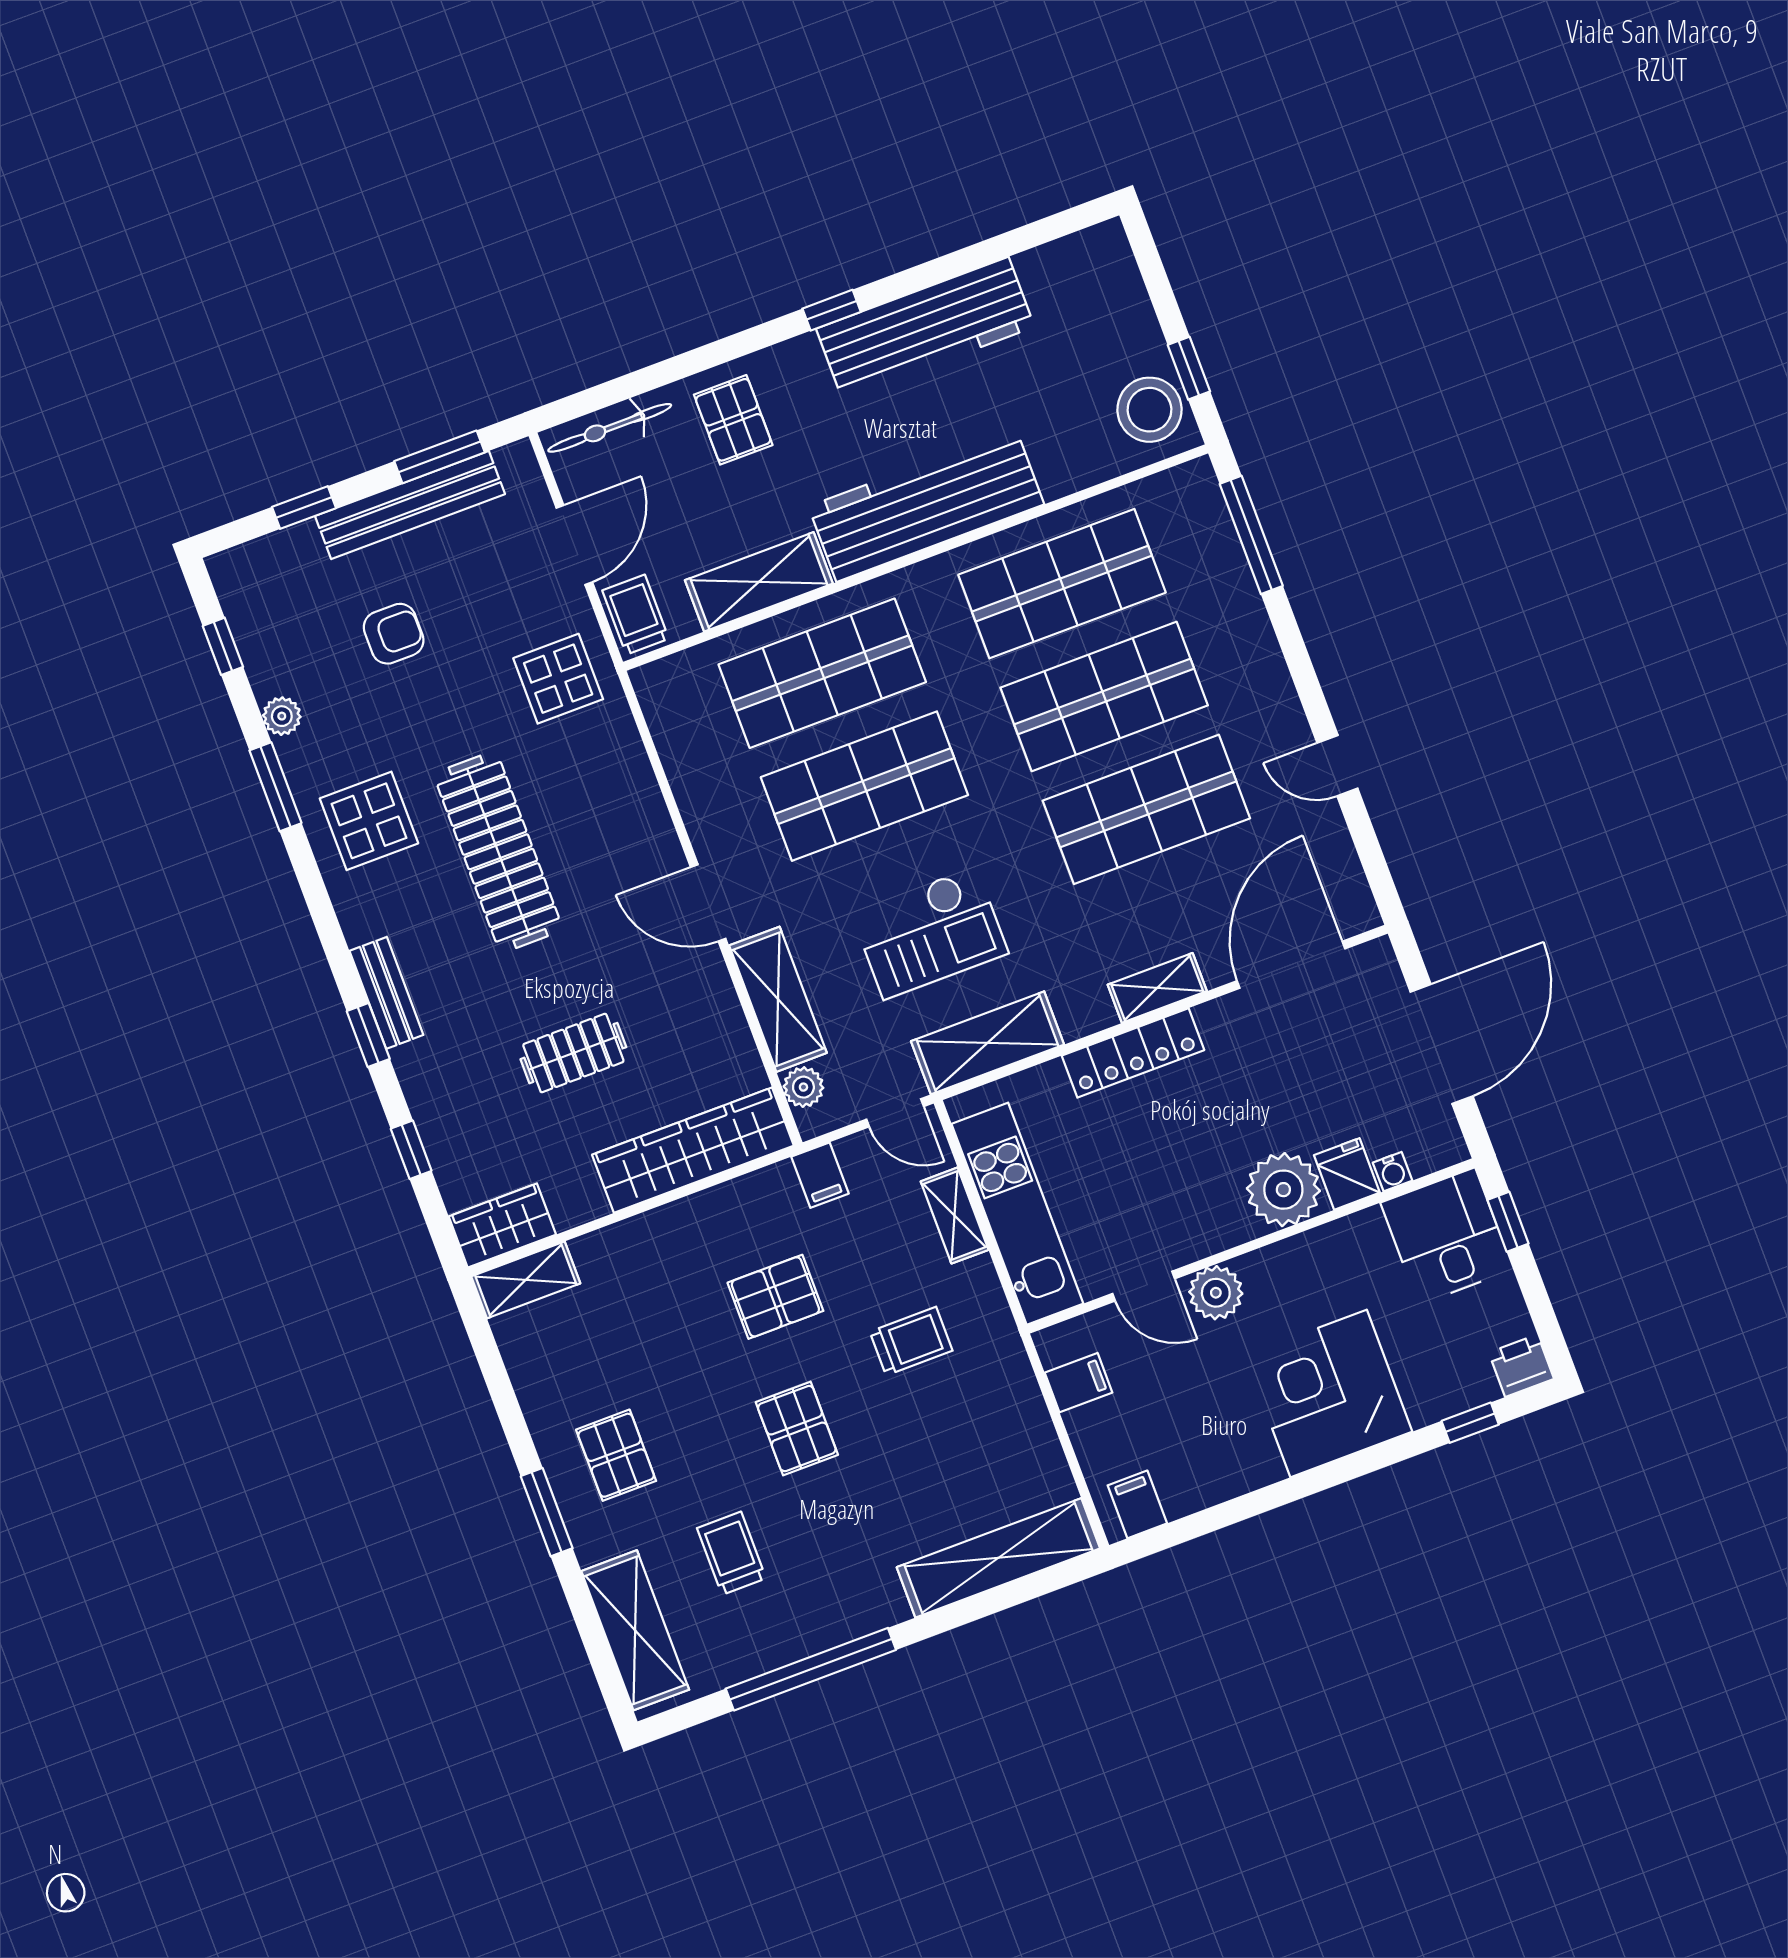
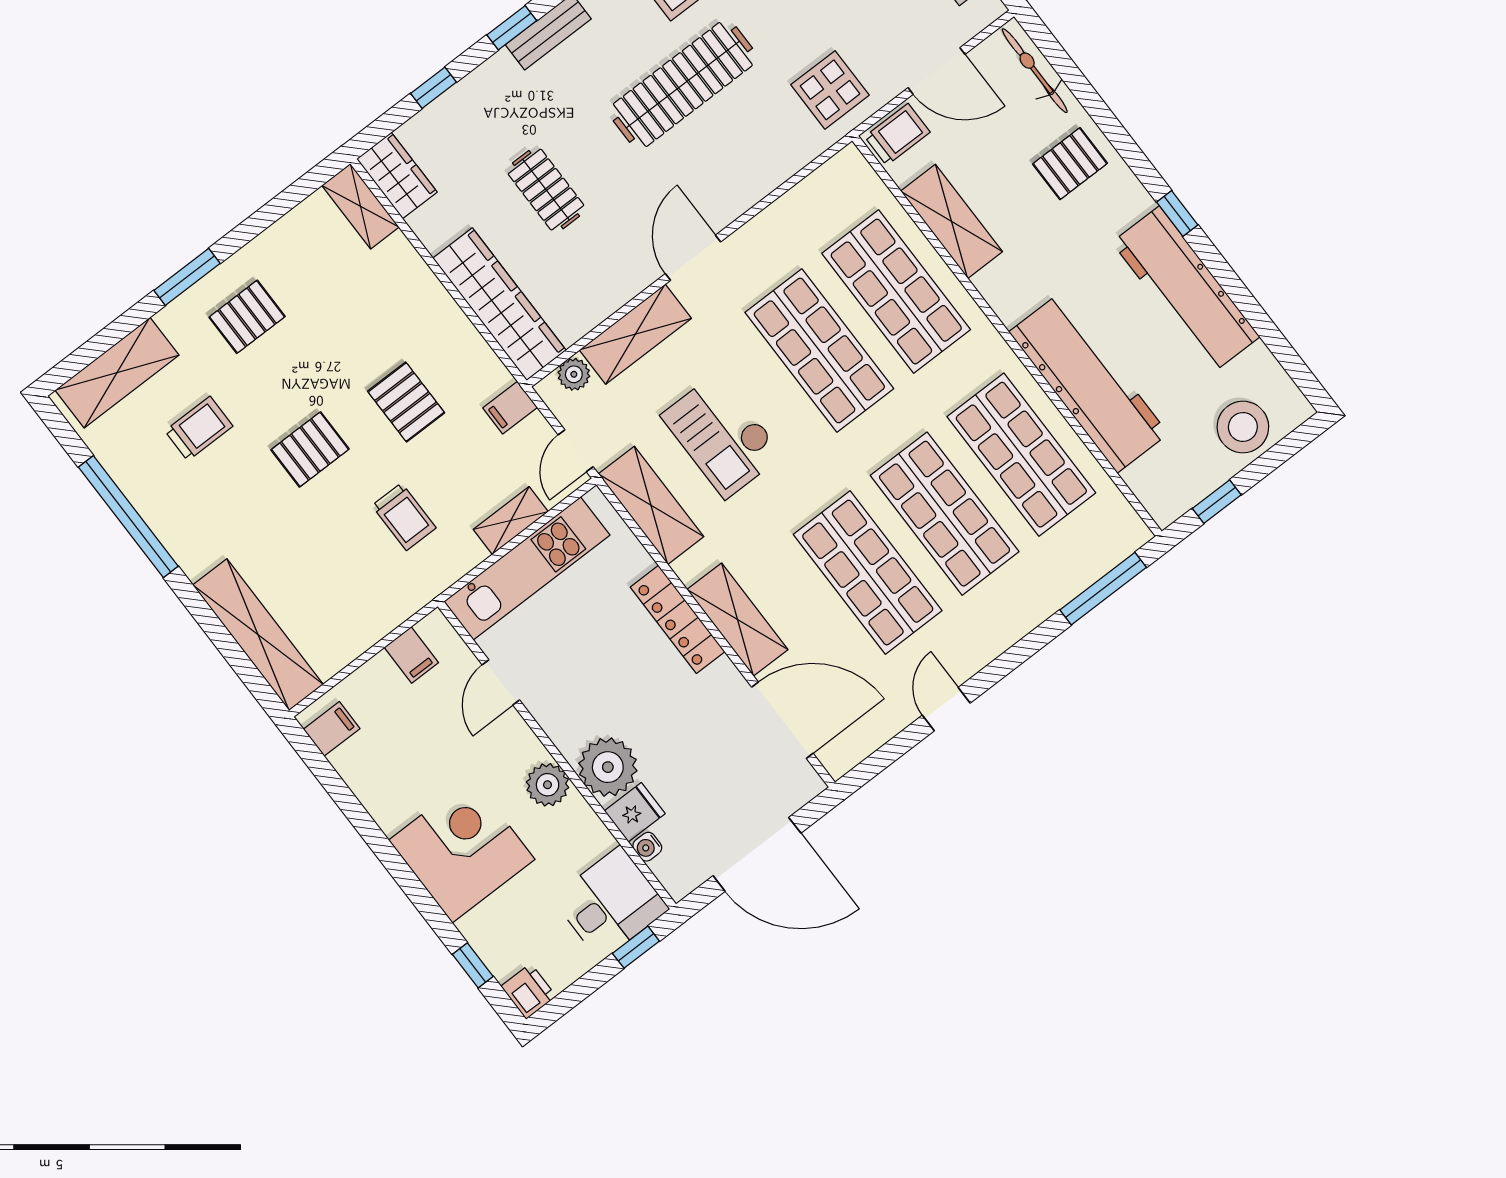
stool: (1149, 410) -> (1243, 427), moved
workbench: (926, 505) -> (1089, 383), moved
shelving: (1157, 988) -> (737, 619), width x1.50, depth x1.33
plant: (1216, 1293) -> (548, 785), moved

